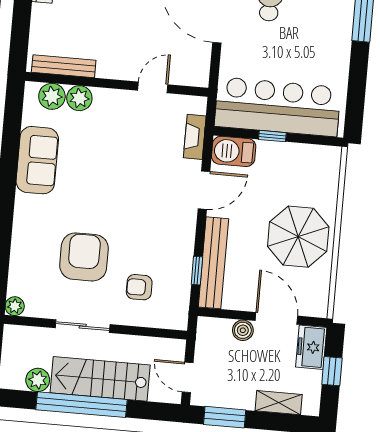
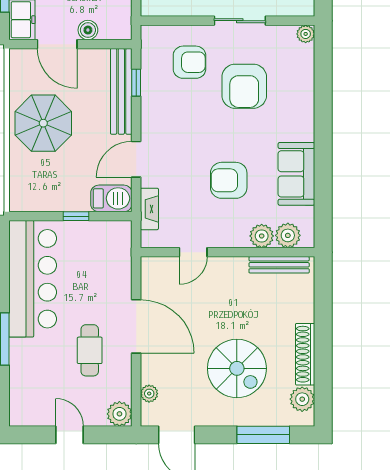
bar counter: (278, 107) -> (33, 279), moved, turned -90
armchair: (109, 160) -> (229, 180), added
armchair: (139, 287) -> (189, 62), width x1.38, depth x1.38

